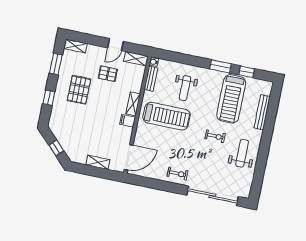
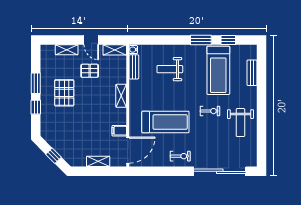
door: (115, 45) -> (91, 40), hinge flipped
shelving: (75, 46) -> (67, 50), moved
window: (56, 64) -> (36, 83), moved
weight bench: (185, 88) -> (170, 69), turned 90
bench: (262, 112) -> (252, 73), width x0.73
treadmill: (167, 116) -> (165, 122), moved
filing cabinet: (128, 121) -> (119, 131), moved
weight bench: (242, 153) -> (240, 123), turned 180

